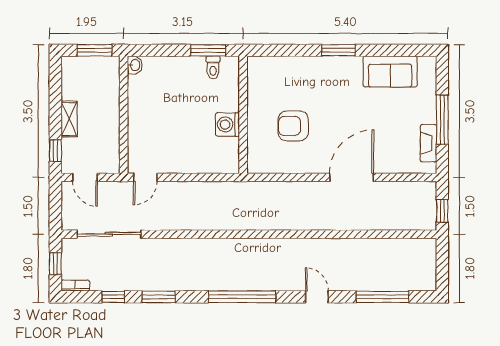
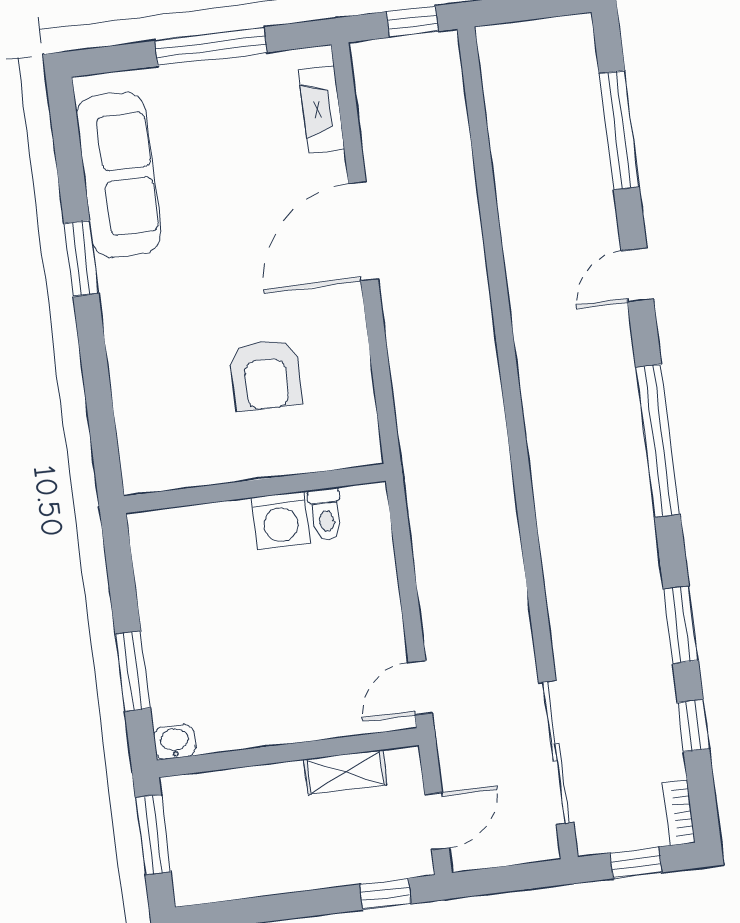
window: (208, 50) -> (133, 671), moved
window: (338, 50) -> (81, 258), moved
toilet: (213, 68) -> (326, 514), moved, turned 90
sofa: (390, 72) -> (119, 175), width x1.36
shelving: (69, 119) -> (345, 772), moved
fireplace: (428, 143) -> (322, 109), moved, turned 90
door: (145, 177) -> (420, 688), swing flipped
door: (352, 177) -> (363, 231), hinge flipped

